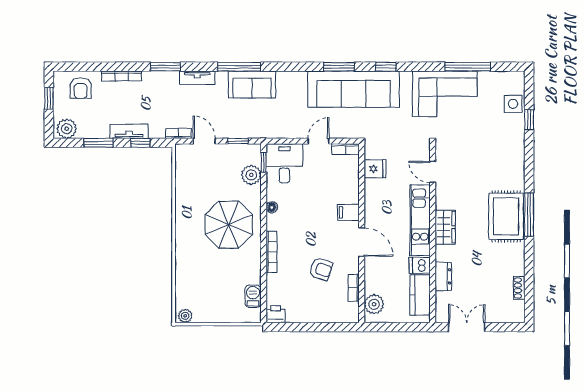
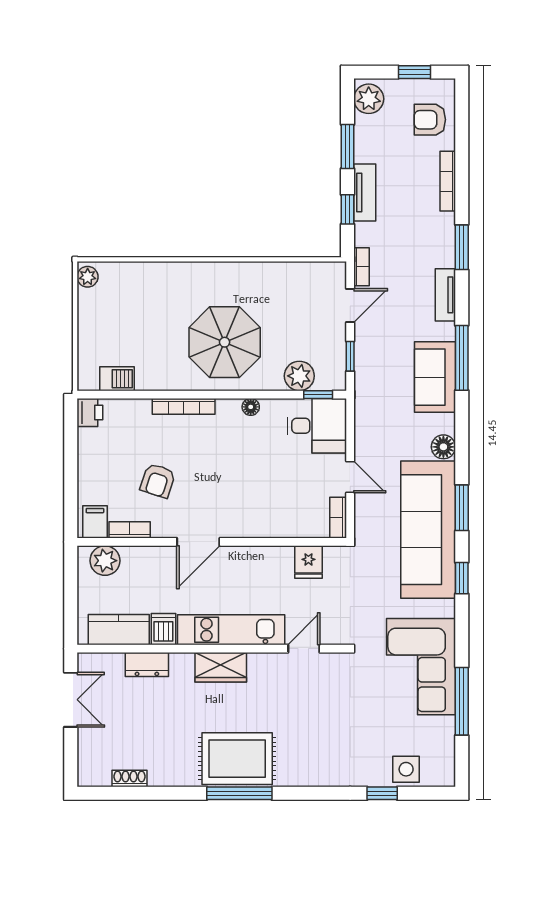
floor lamp: (298, 79) -> (443, 447), added
filing cabinet: (348, 212) -> (95, 522), moved

